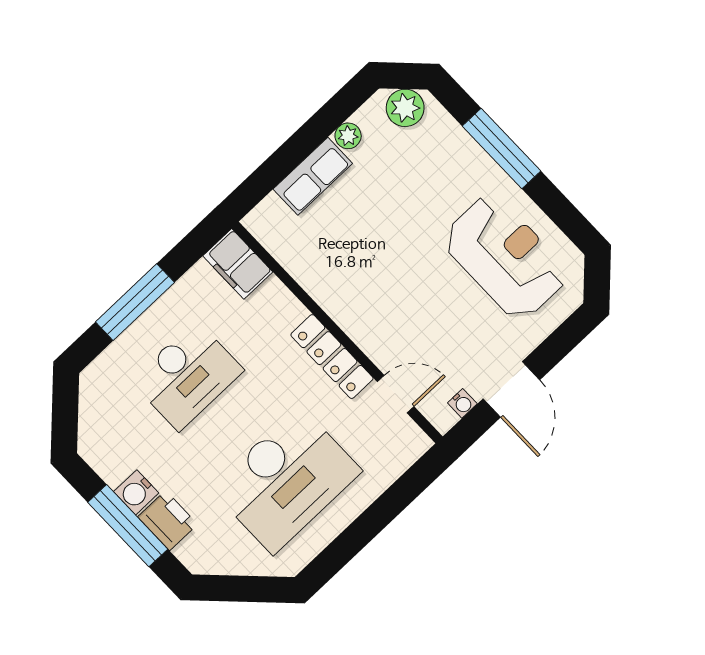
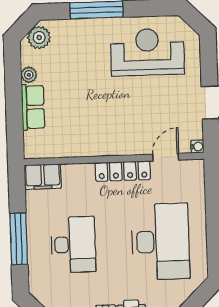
water cooler: (462, 403) -> (197, 147), moved

